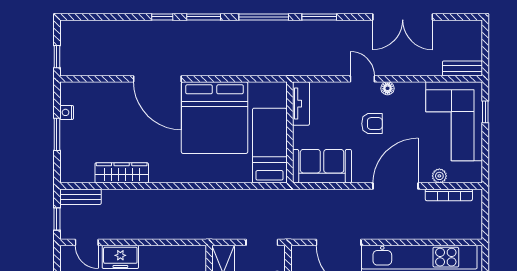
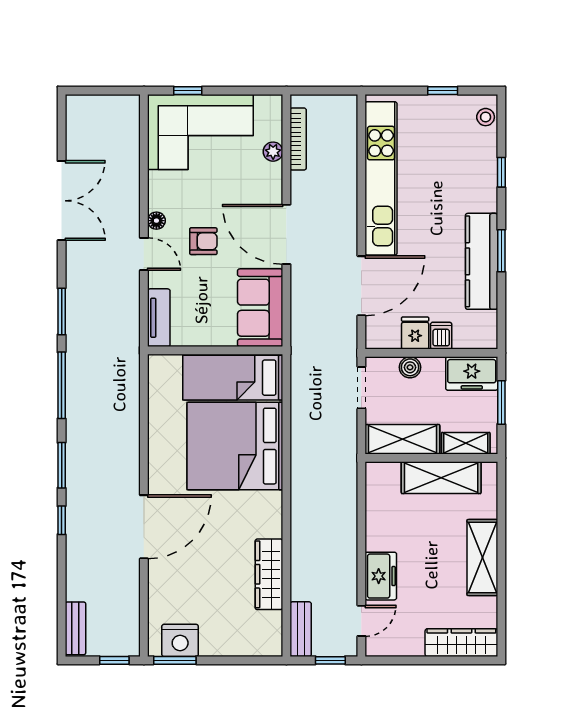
bench: (462, 68) -> (75, 628), moved
door: (362, 79) -> (144, 254), swing flipped
tv unit: (301, 104) -> (159, 318), moved, turned 90
nightstand: (67, 112) -> (180, 640), width x1.89, depth x1.79
bed: (215, 118) -> (235, 446), moved, turned 180
armchair: (372, 124) -> (203, 241), turned 90
window: (57, 134) -> (175, 660), moved
door: (396, 186) -> (286, 234), moved

